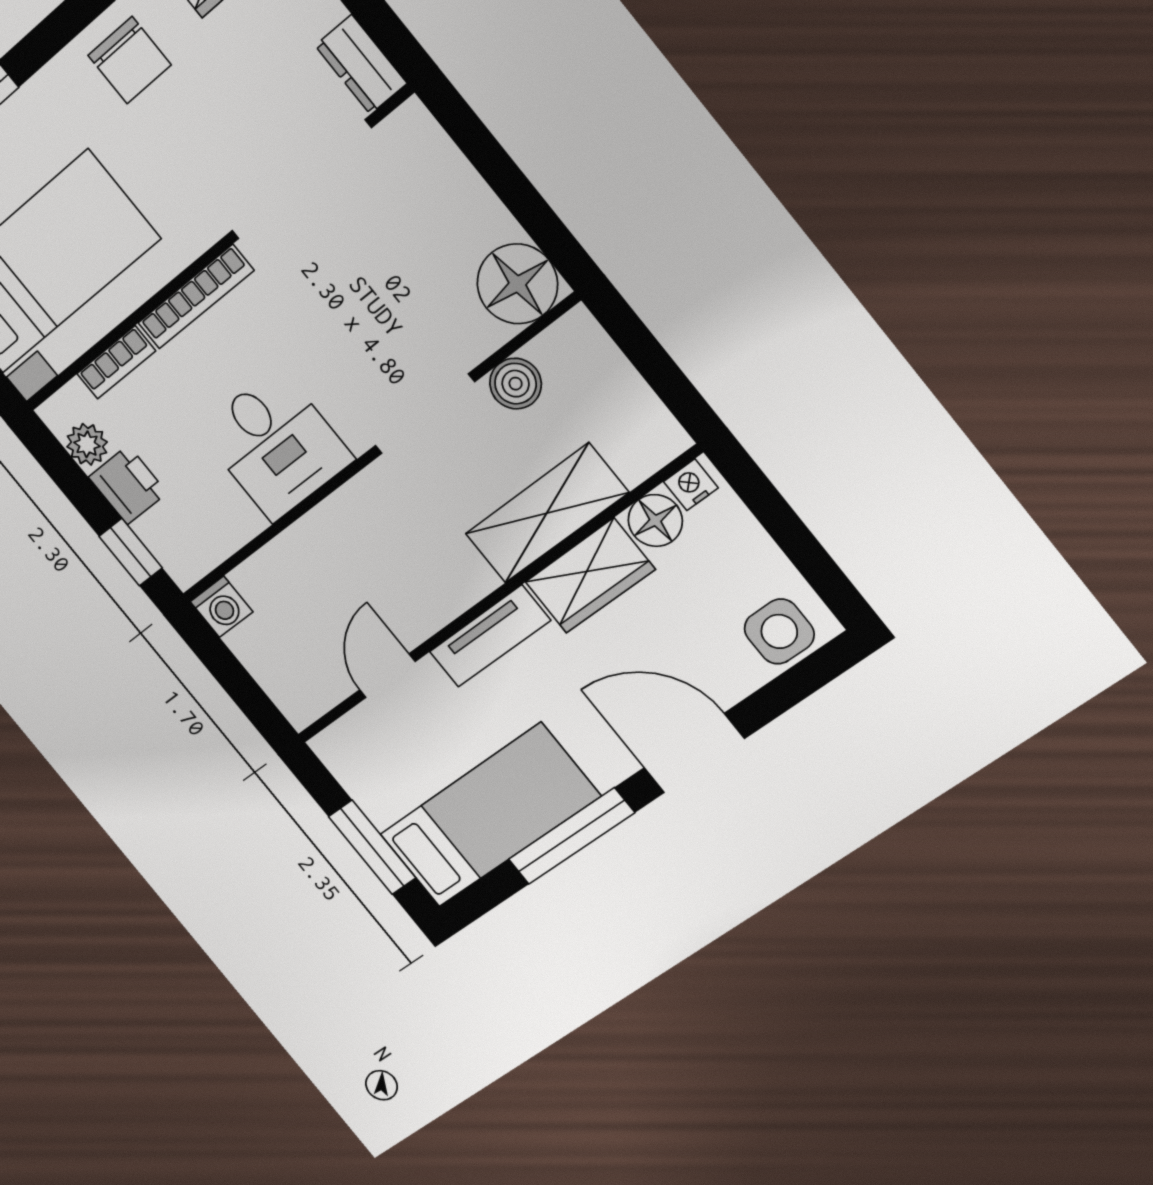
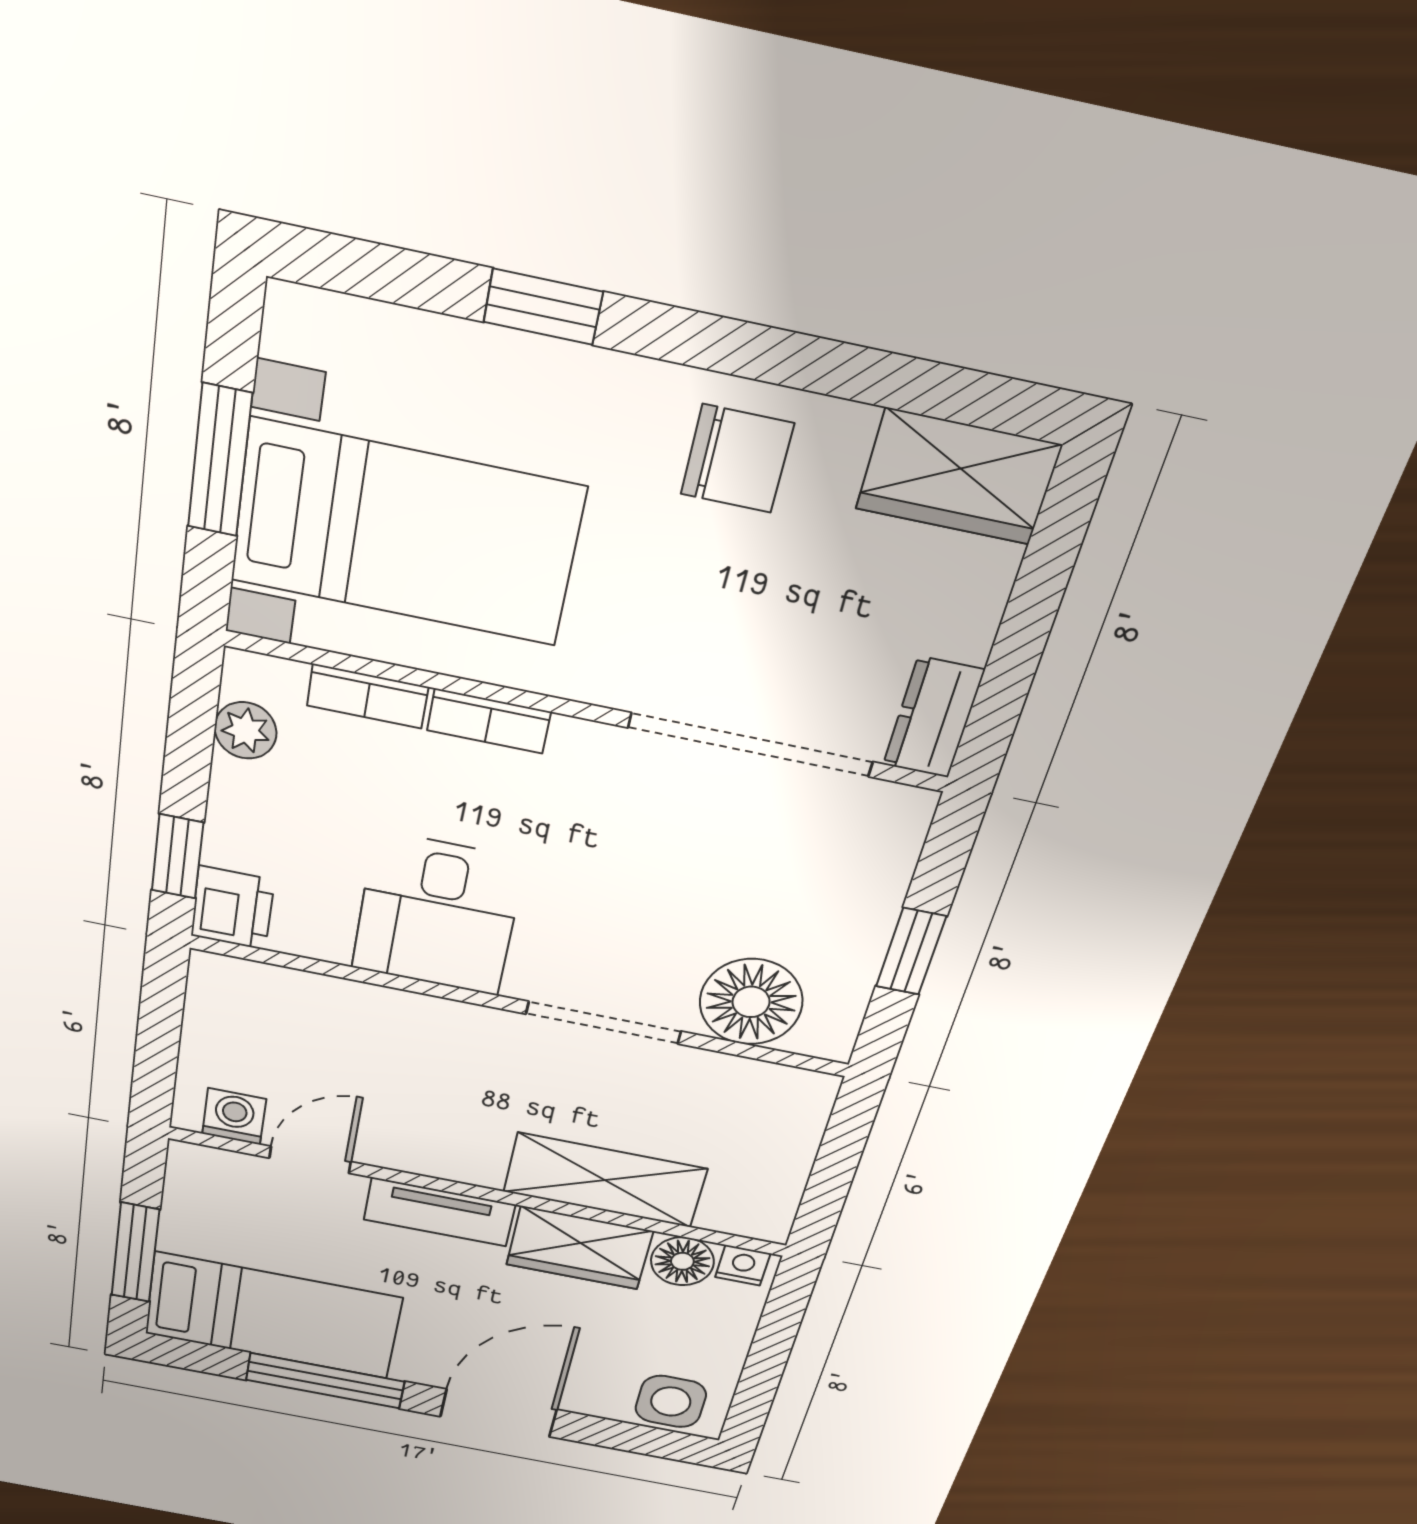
chair: (130, 60) -> (737, 459), turned -90
window: (516, 191) -> (911, 951), added
floor lamp: (517, 284) -> (751, 1002), moved
bookcase: (196, 297) -> (489, 721), width x0.64
boiler: (516, 384) -> (709, 1077), removed
printer: (128, 485) -> (232, 908), moved
washing machine: (222, 607) -> (234, 1116), moved, turned 180
door: (694, 753) -> (498, 1413), hinge flipped

